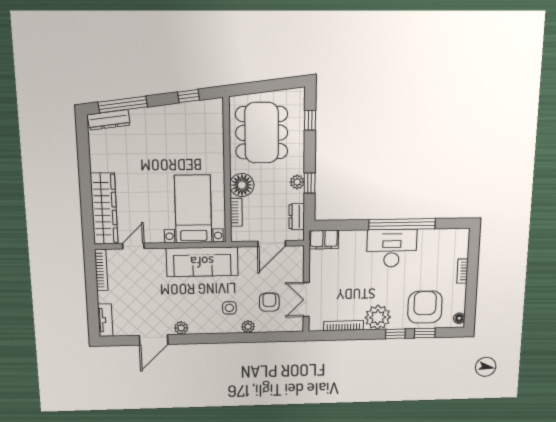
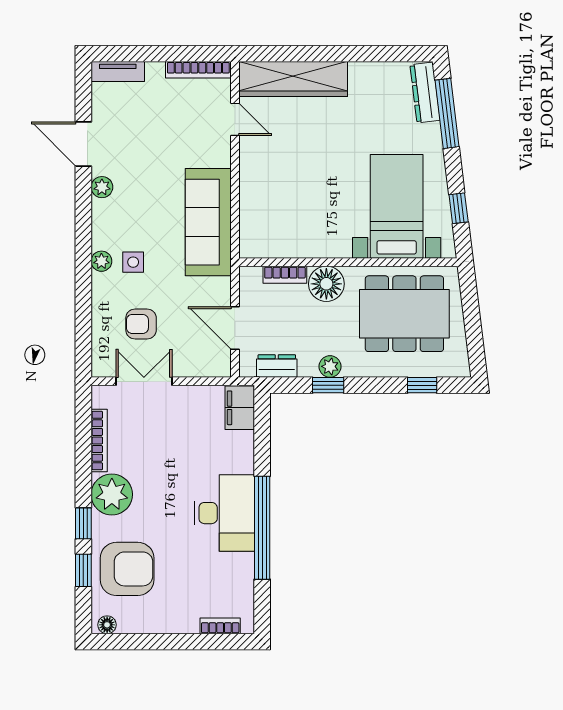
bed with nightstands: (193, 209) -> (397, 206), moved, turned -90
bookcase: (462, 271) -> (220, 626), moved
armchair: (269, 302) -> (141, 324), turned 180
plant: (248, 327) -> (101, 261), moved

